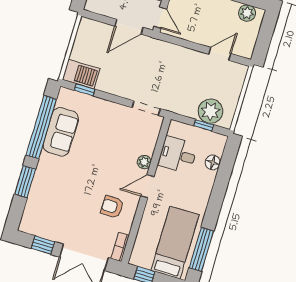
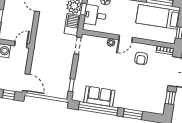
door: (129, 27) -> (26, 82), moved
barbecue: (81, 74) -> (72, 25), moved
desk: (178, 155) -> (95, 15), moved, turned 90
door: (147, 186) -> (126, 39), hinge flipped

